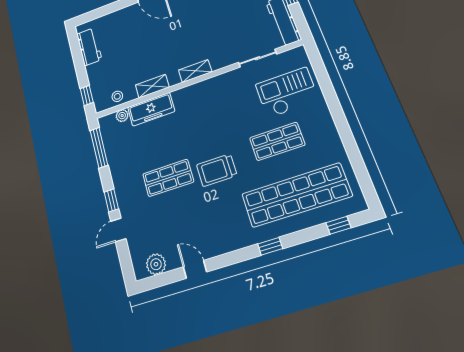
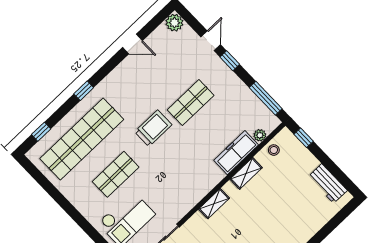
plant: (156, 264) -> (174, 23), moved

